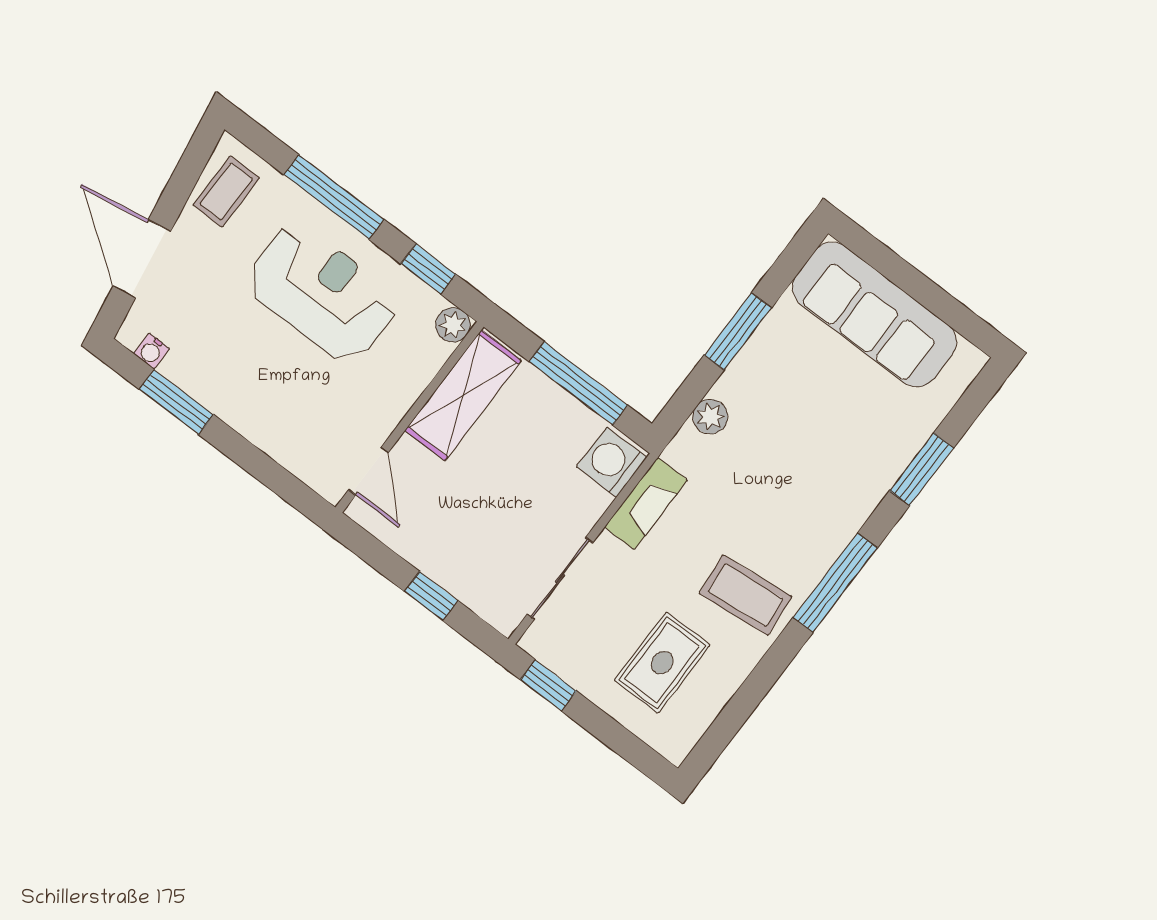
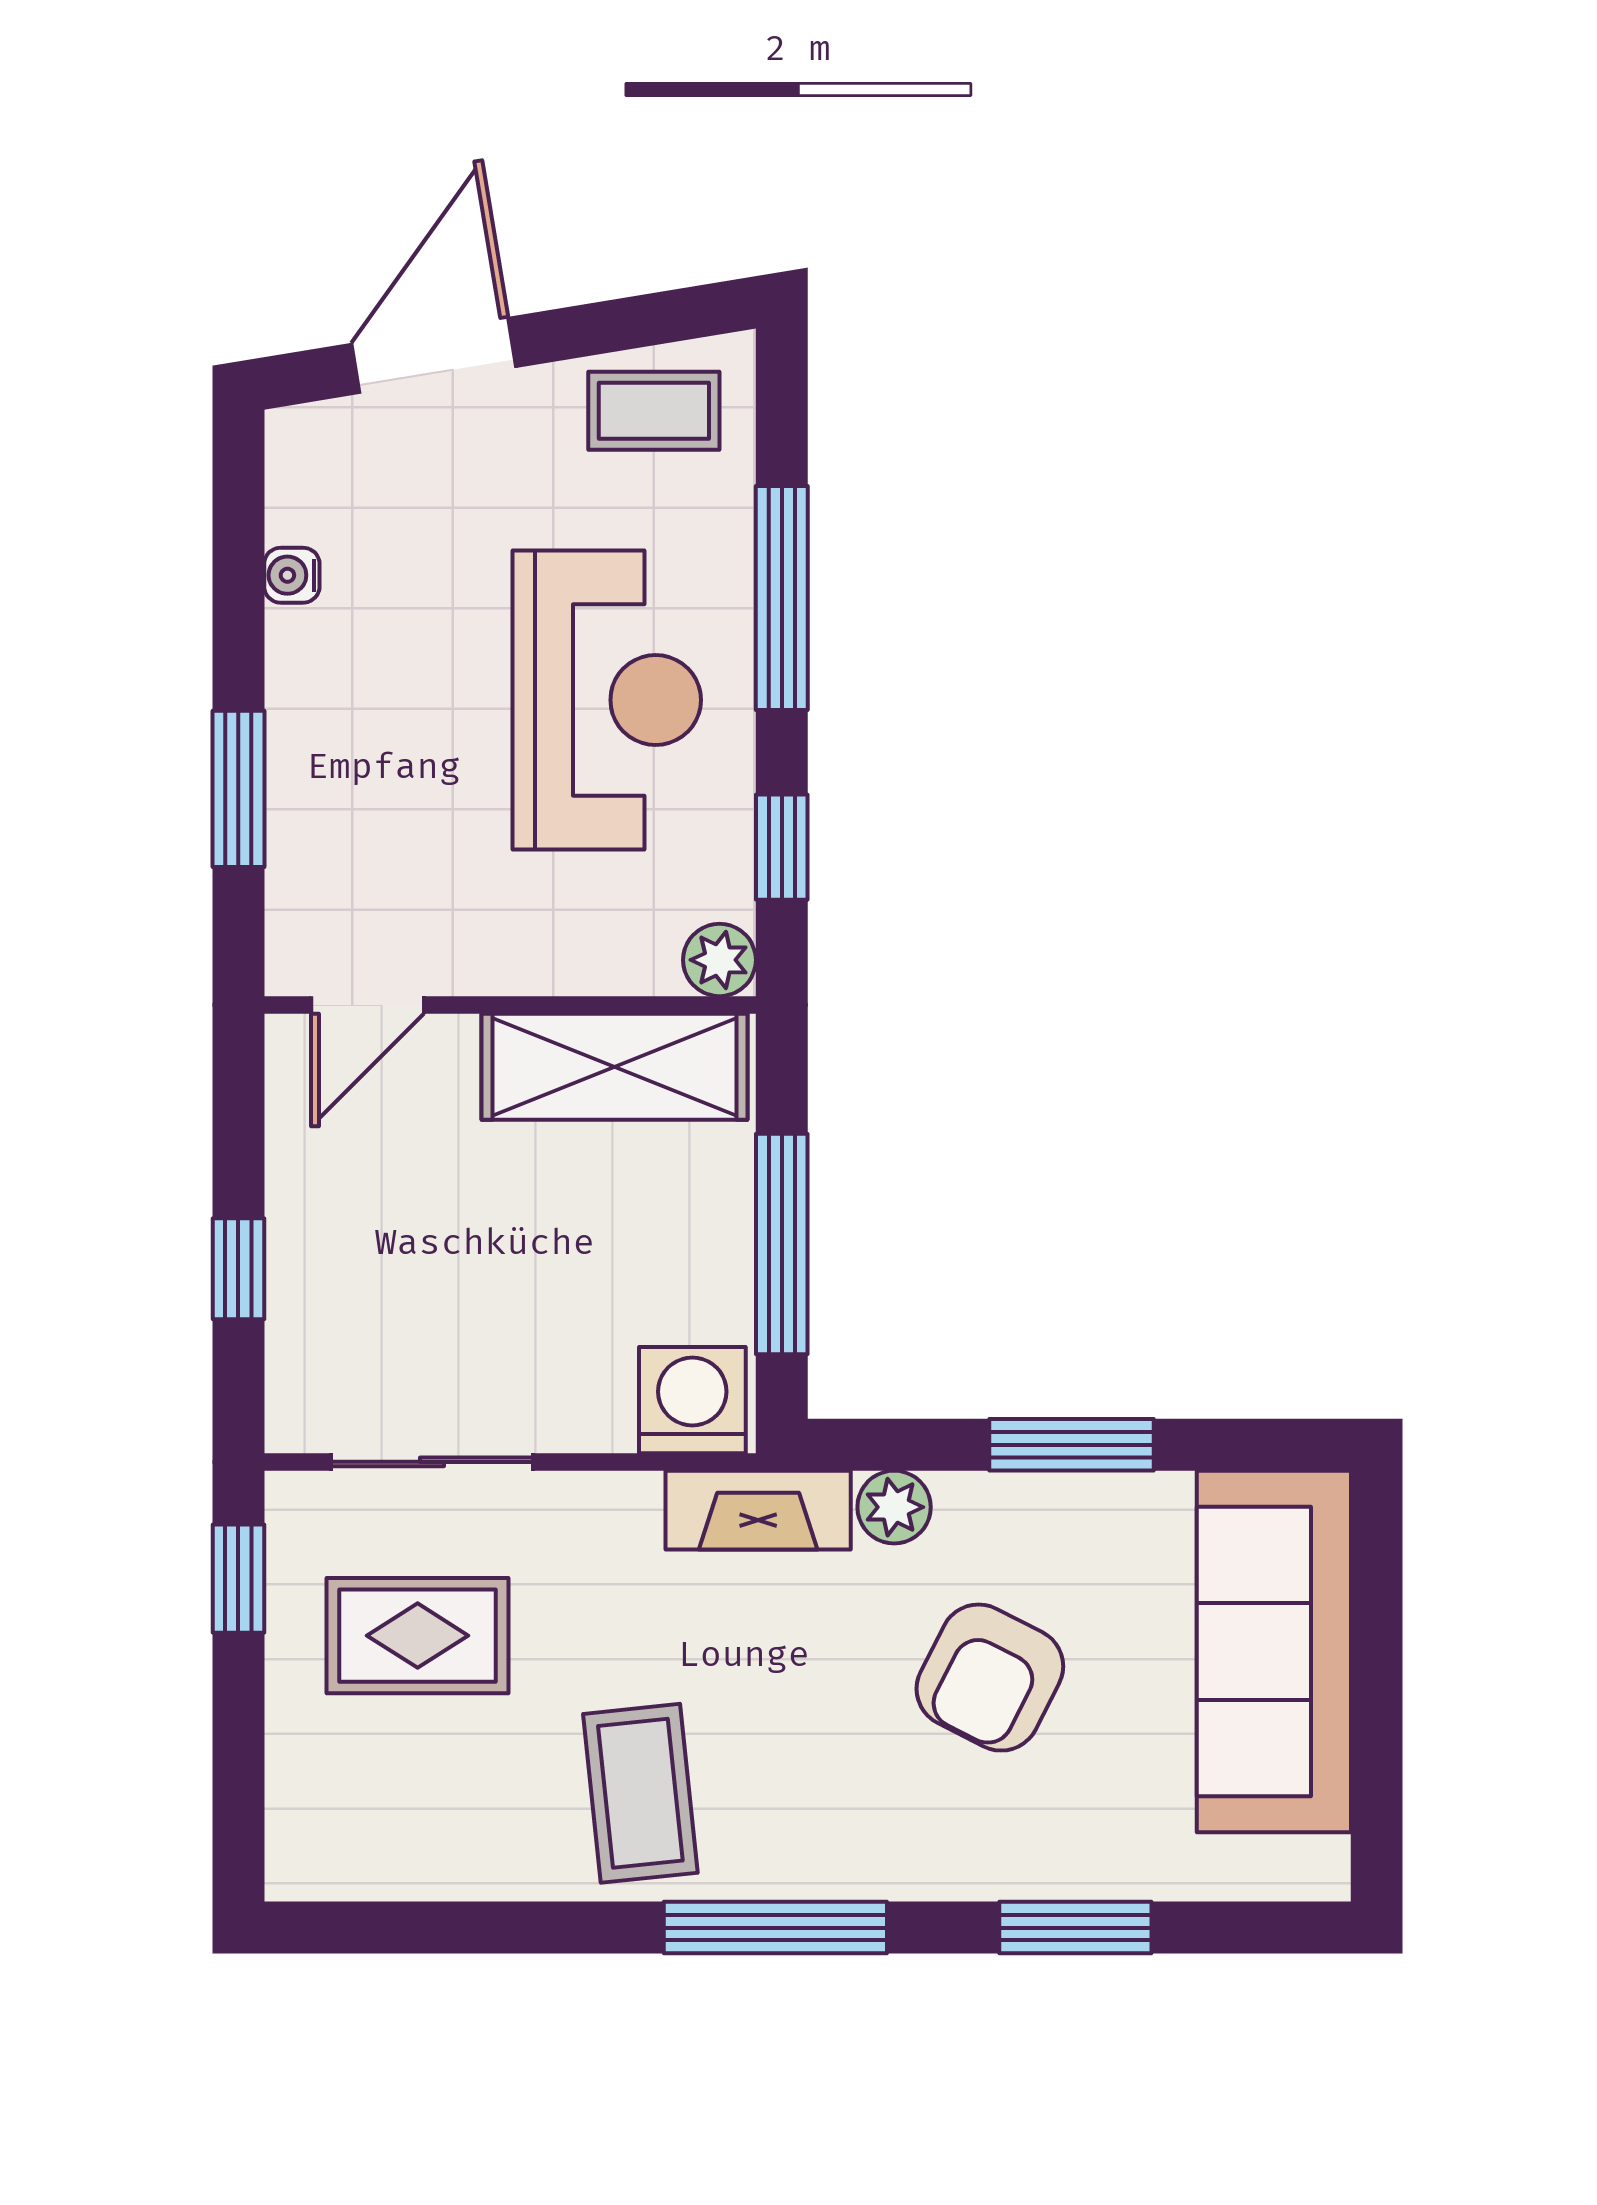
water cooler: (152, 351) -> (292, 575), moved
window: (176, 402) -> (238, 789), moved
armchair: (802, 429) -> (990, 1678), added
fireplace: (646, 503) -> (758, 1510), moved
rug: (662, 663) -> (418, 1636), moved

